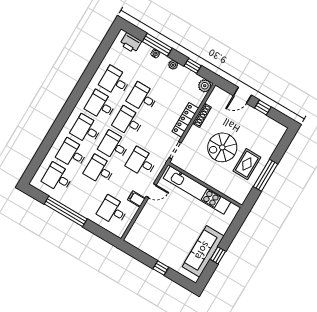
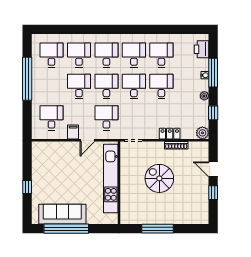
locker: (185, 120) -> (170, 134), width x0.66
rug: (247, 164) -> (158, 207), removed
door: (151, 191) -> (87, 140), hinge flipped
window: (218, 255) -> (66, 229), width x3.17

